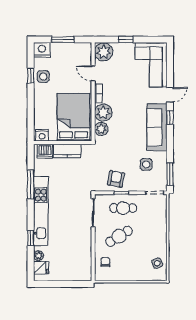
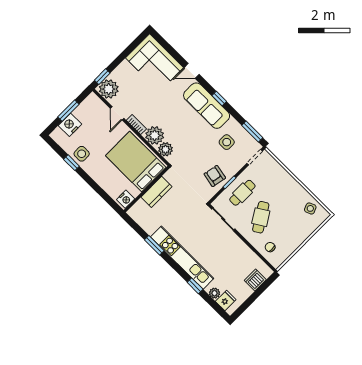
window: (126, 40) -> (102, 77), moved
nightstand: (42, 50) -> (70, 125), moved
door: (93, 73) -> (117, 113), hinge flipped
door: (170, 95) -> (192, 71), swing flipped
window: (170, 118) -> (219, 99), moved
dishwasher: (45, 151) -> (255, 280), moved, turned 180
window: (31, 185) -> (154, 245), width x0.69

